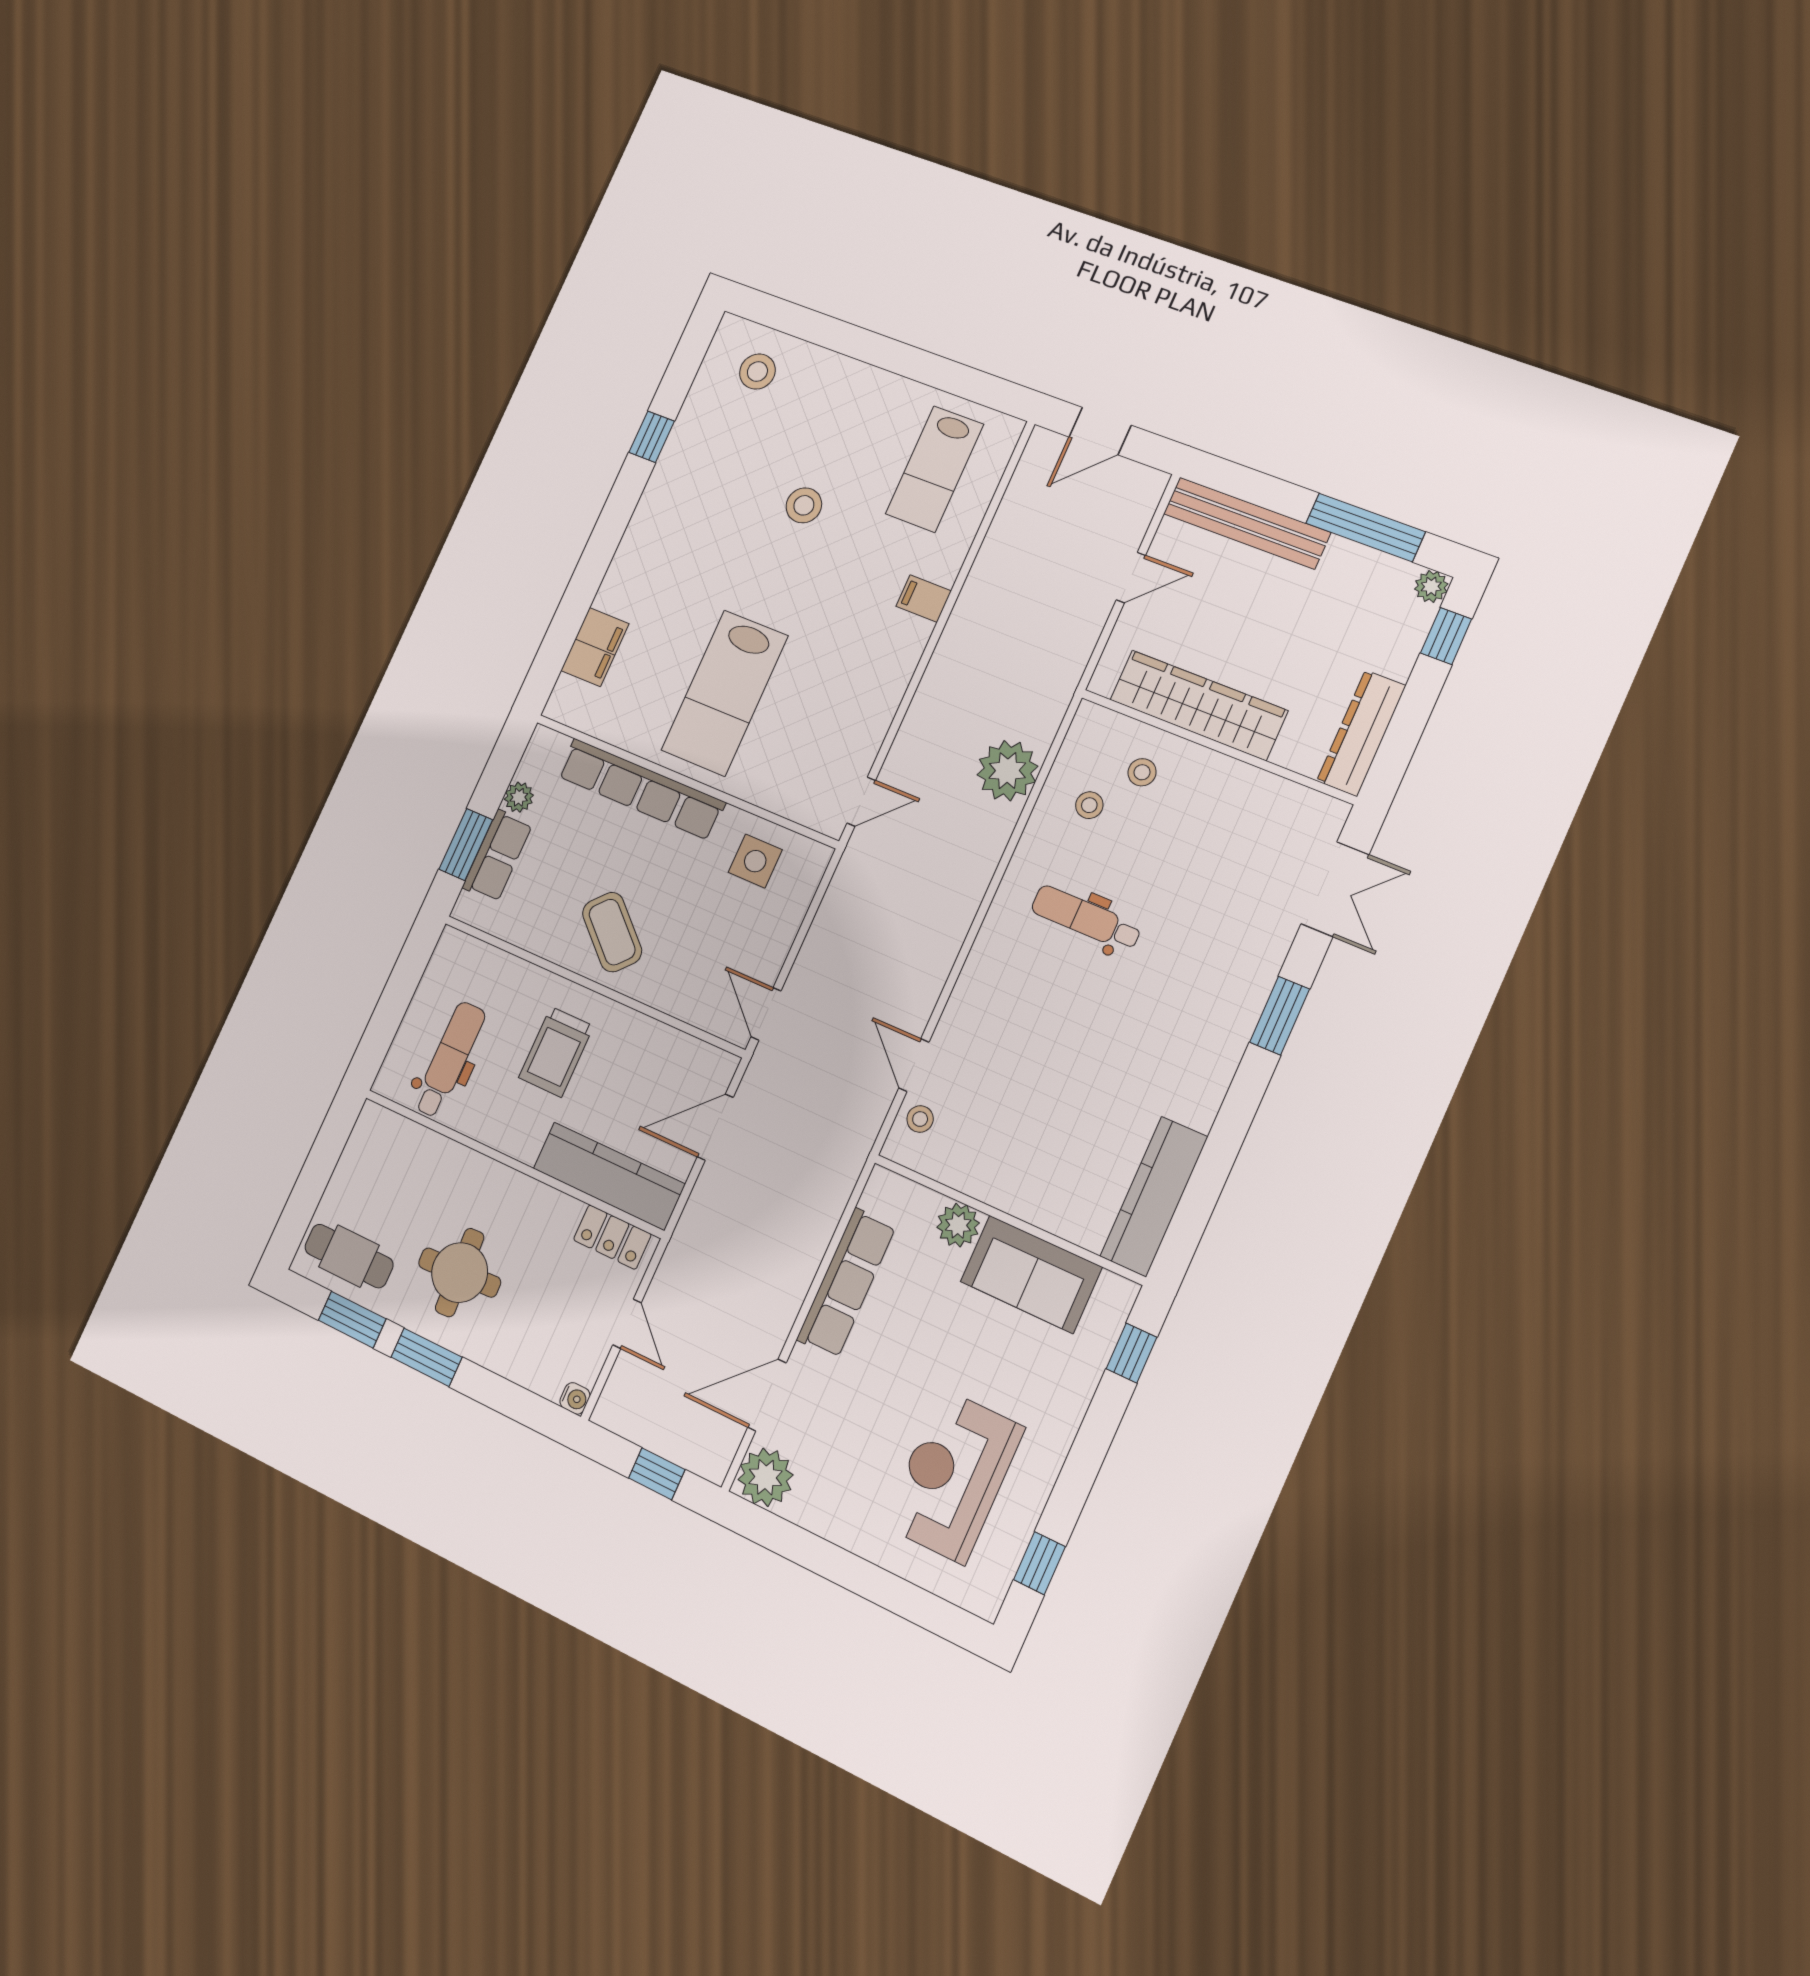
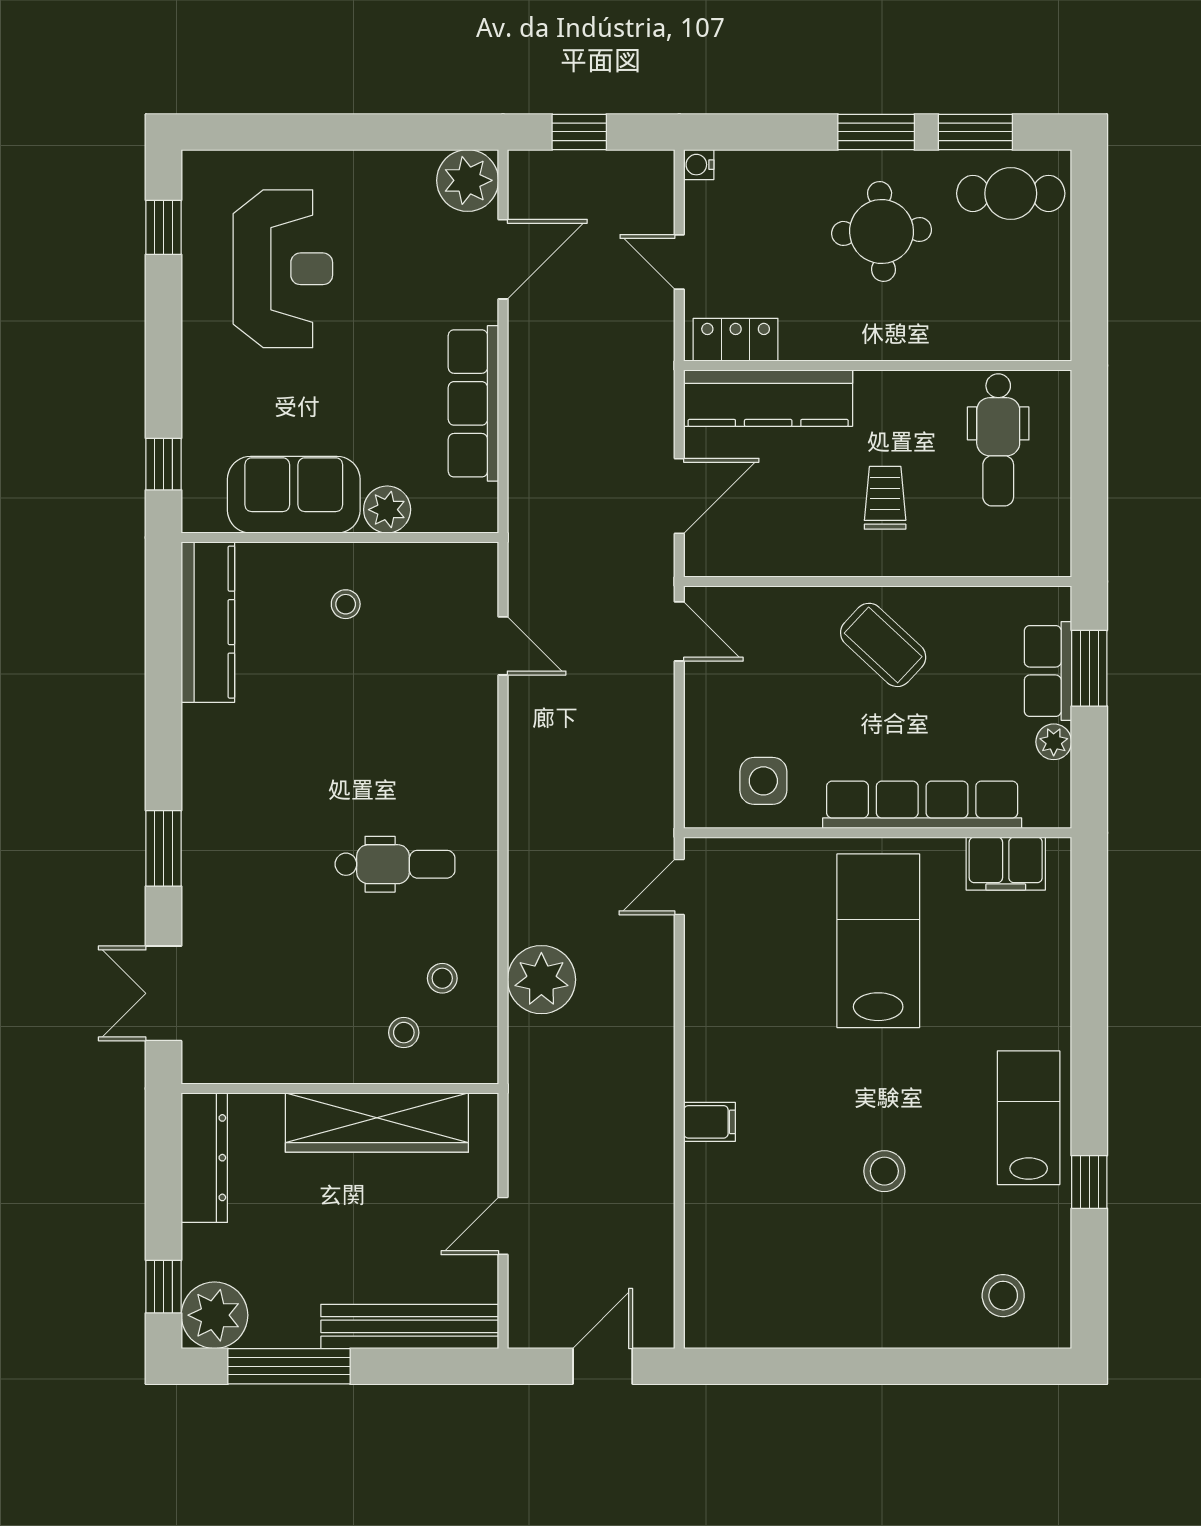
lab bench: (934, 469) -> (1029, 1118), moved
plant: (1431, 587) -> (214, 1315), width x1.87, depth x1.87
filing cabinet: (595, 647) -> (1006, 864), moved, turned -90
trolley: (556, 1052) -> (885, 498), width x0.73, depth x0.72
stool: (920, 1119) -> (346, 604), moved

